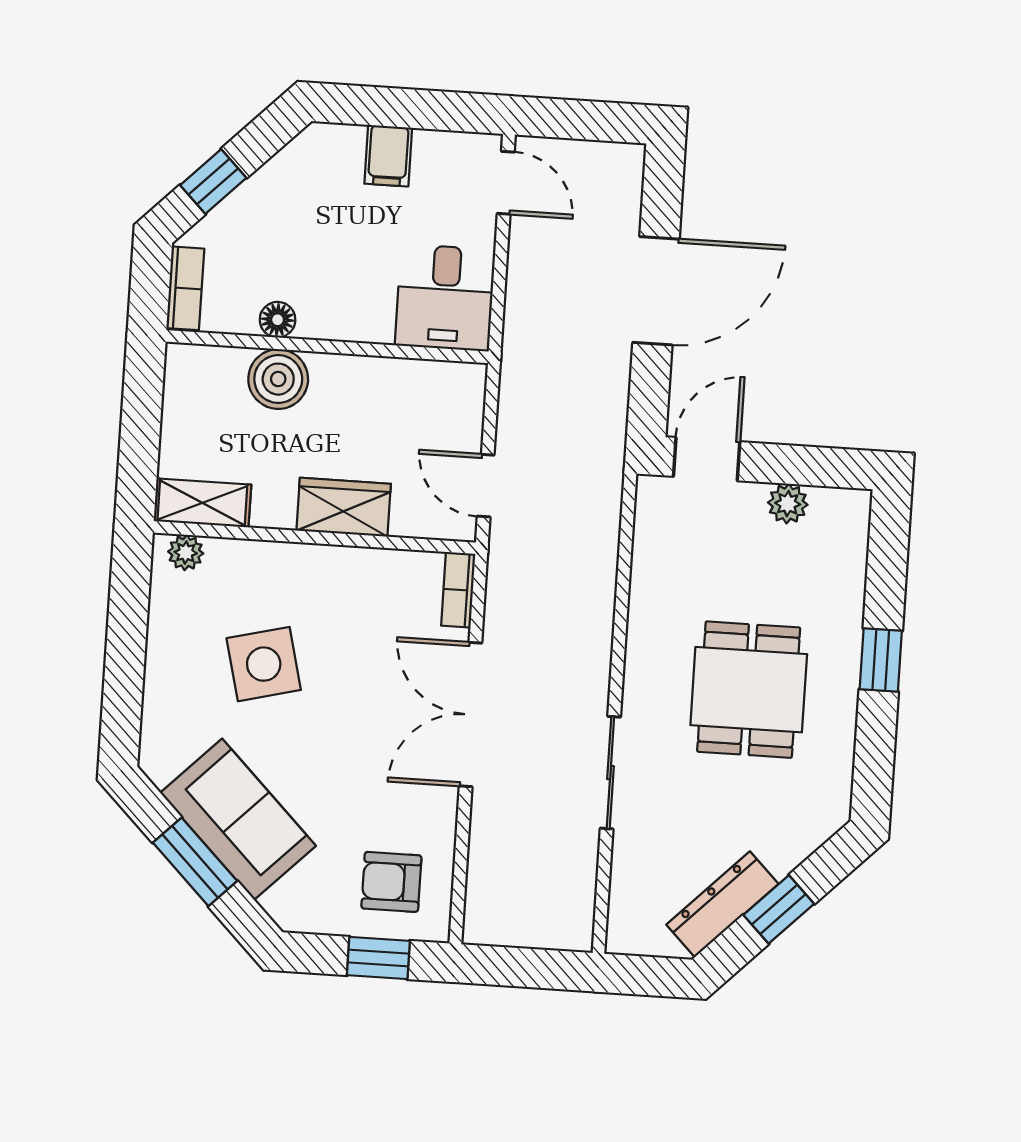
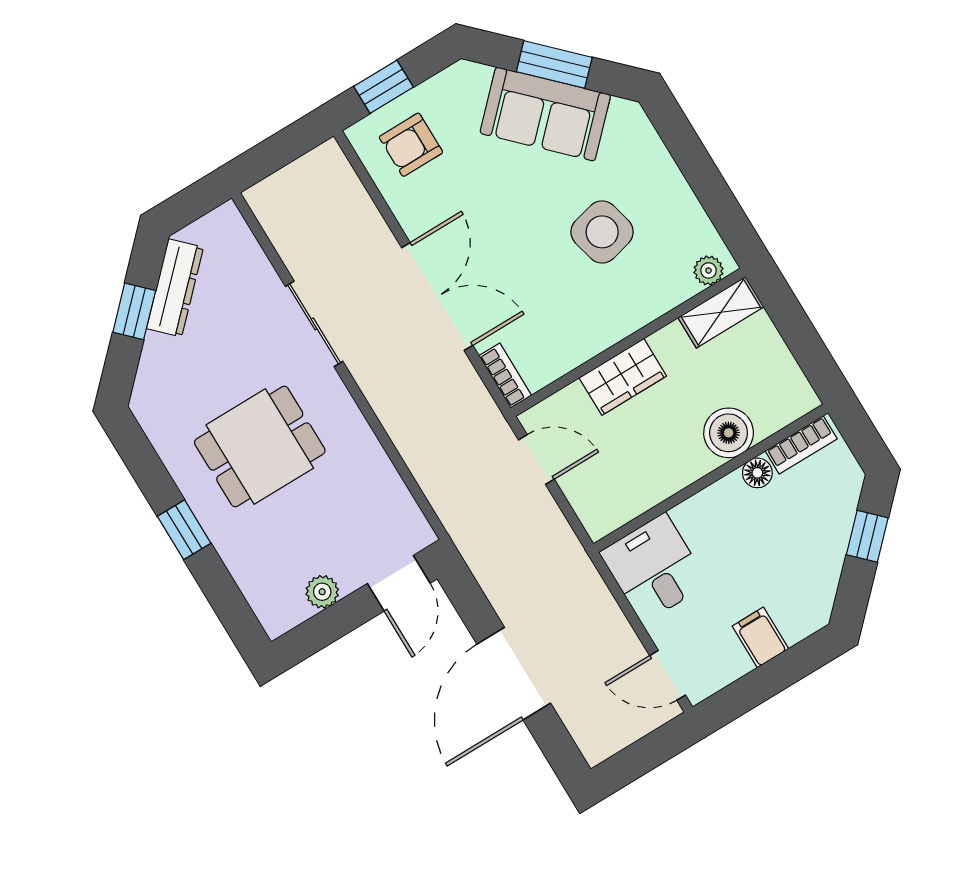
bookcase: (185, 288) -> (801, 445), moved, turned -90
dining table: (749, 690) -> (260, 447), turned 90
armchair: (391, 882) -> (411, 145), turned 180

